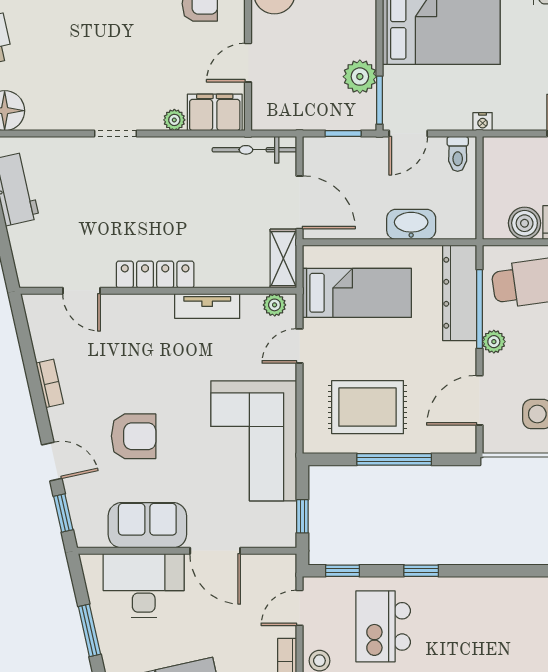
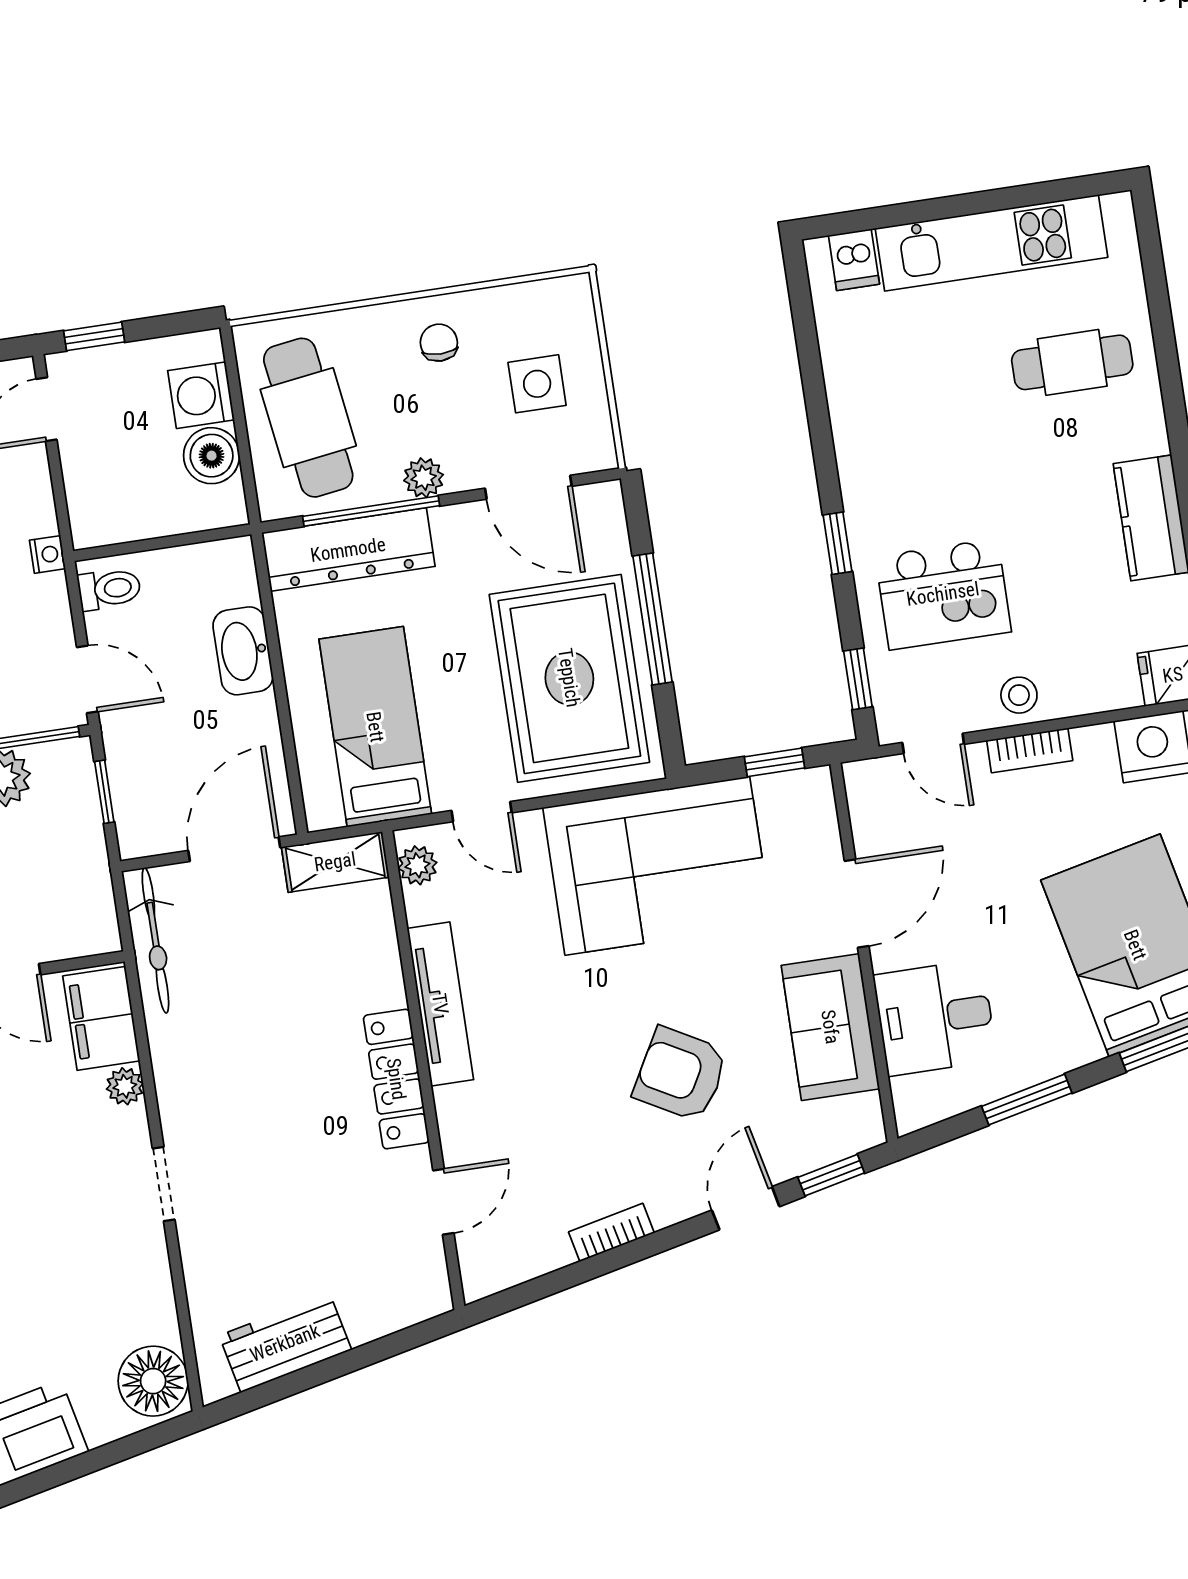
tv unit: (207, 306) -> (440, 1004), width x1.41
rug: (368, 407) -> (569, 678), width x1.37, depth x1.44
armchair: (134, 436) -> (681, 1074), turned -61
desk: (144, 585) -> (935, 1018), width x0.73

